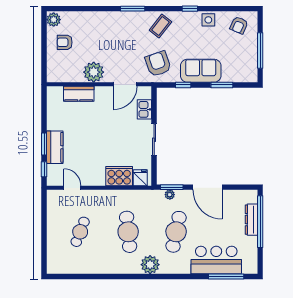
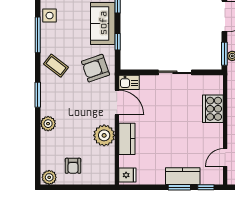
window: (190, 9) -> (38, 35), width x2.17
plant: (105, 18) -> (48, 124), added
kitchen counter: (79, 94) -> (127, 139), moved
kitchen sink: (144, 109) -> (129, 82), moved
fridge: (140, 178) -> (127, 175), moved, turned 180

